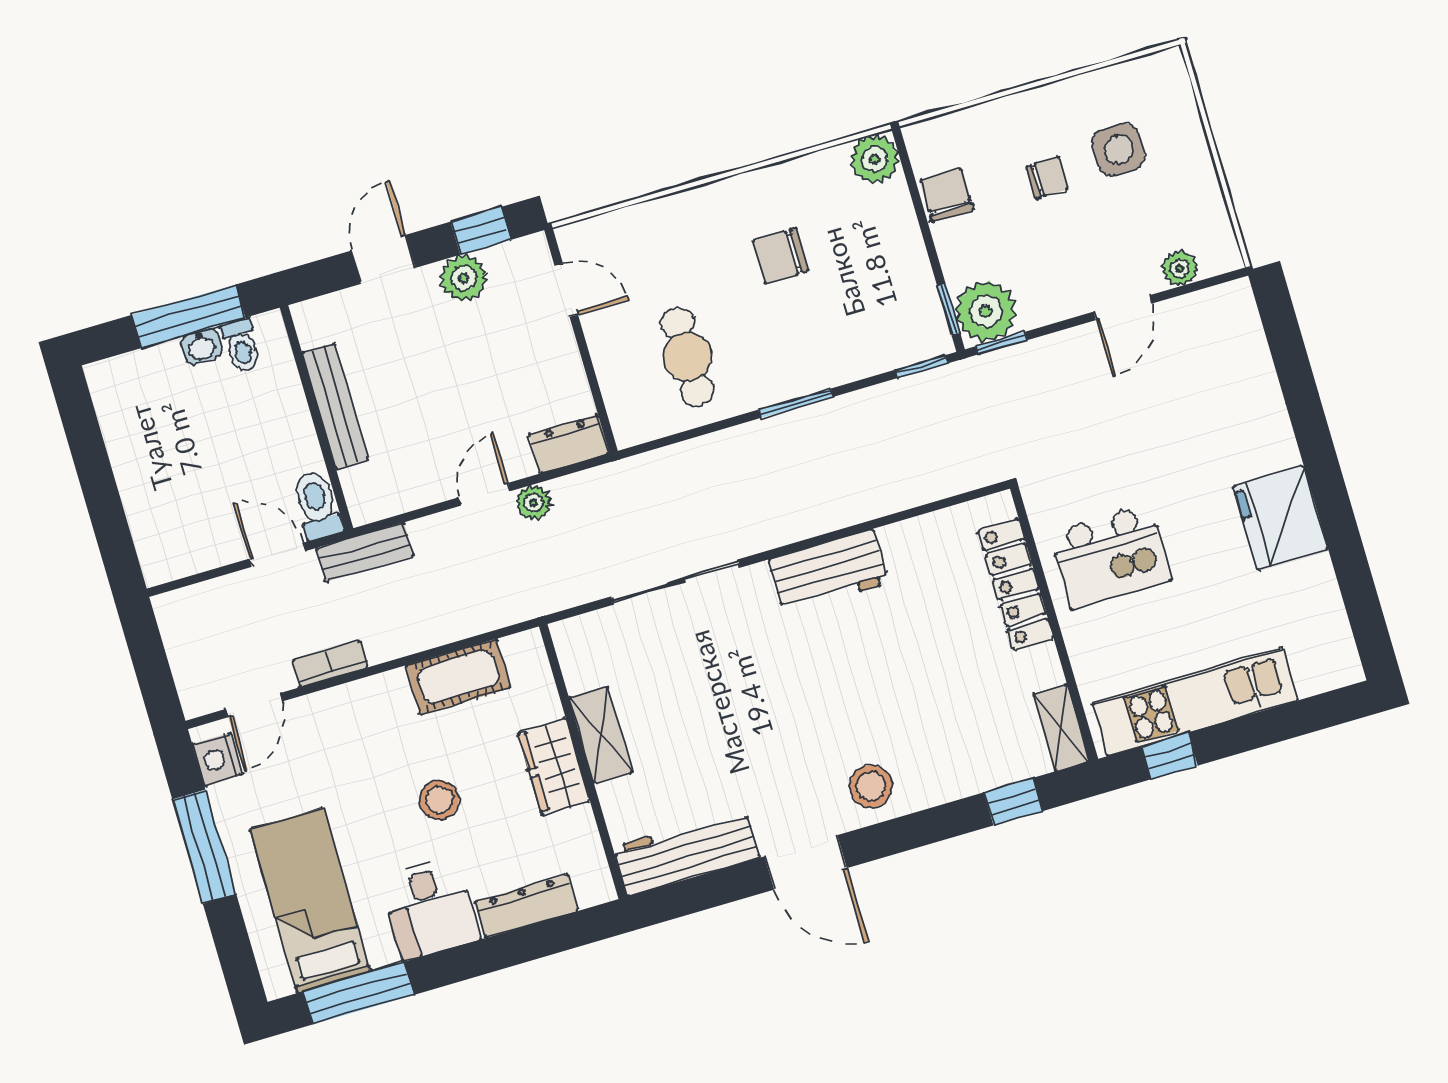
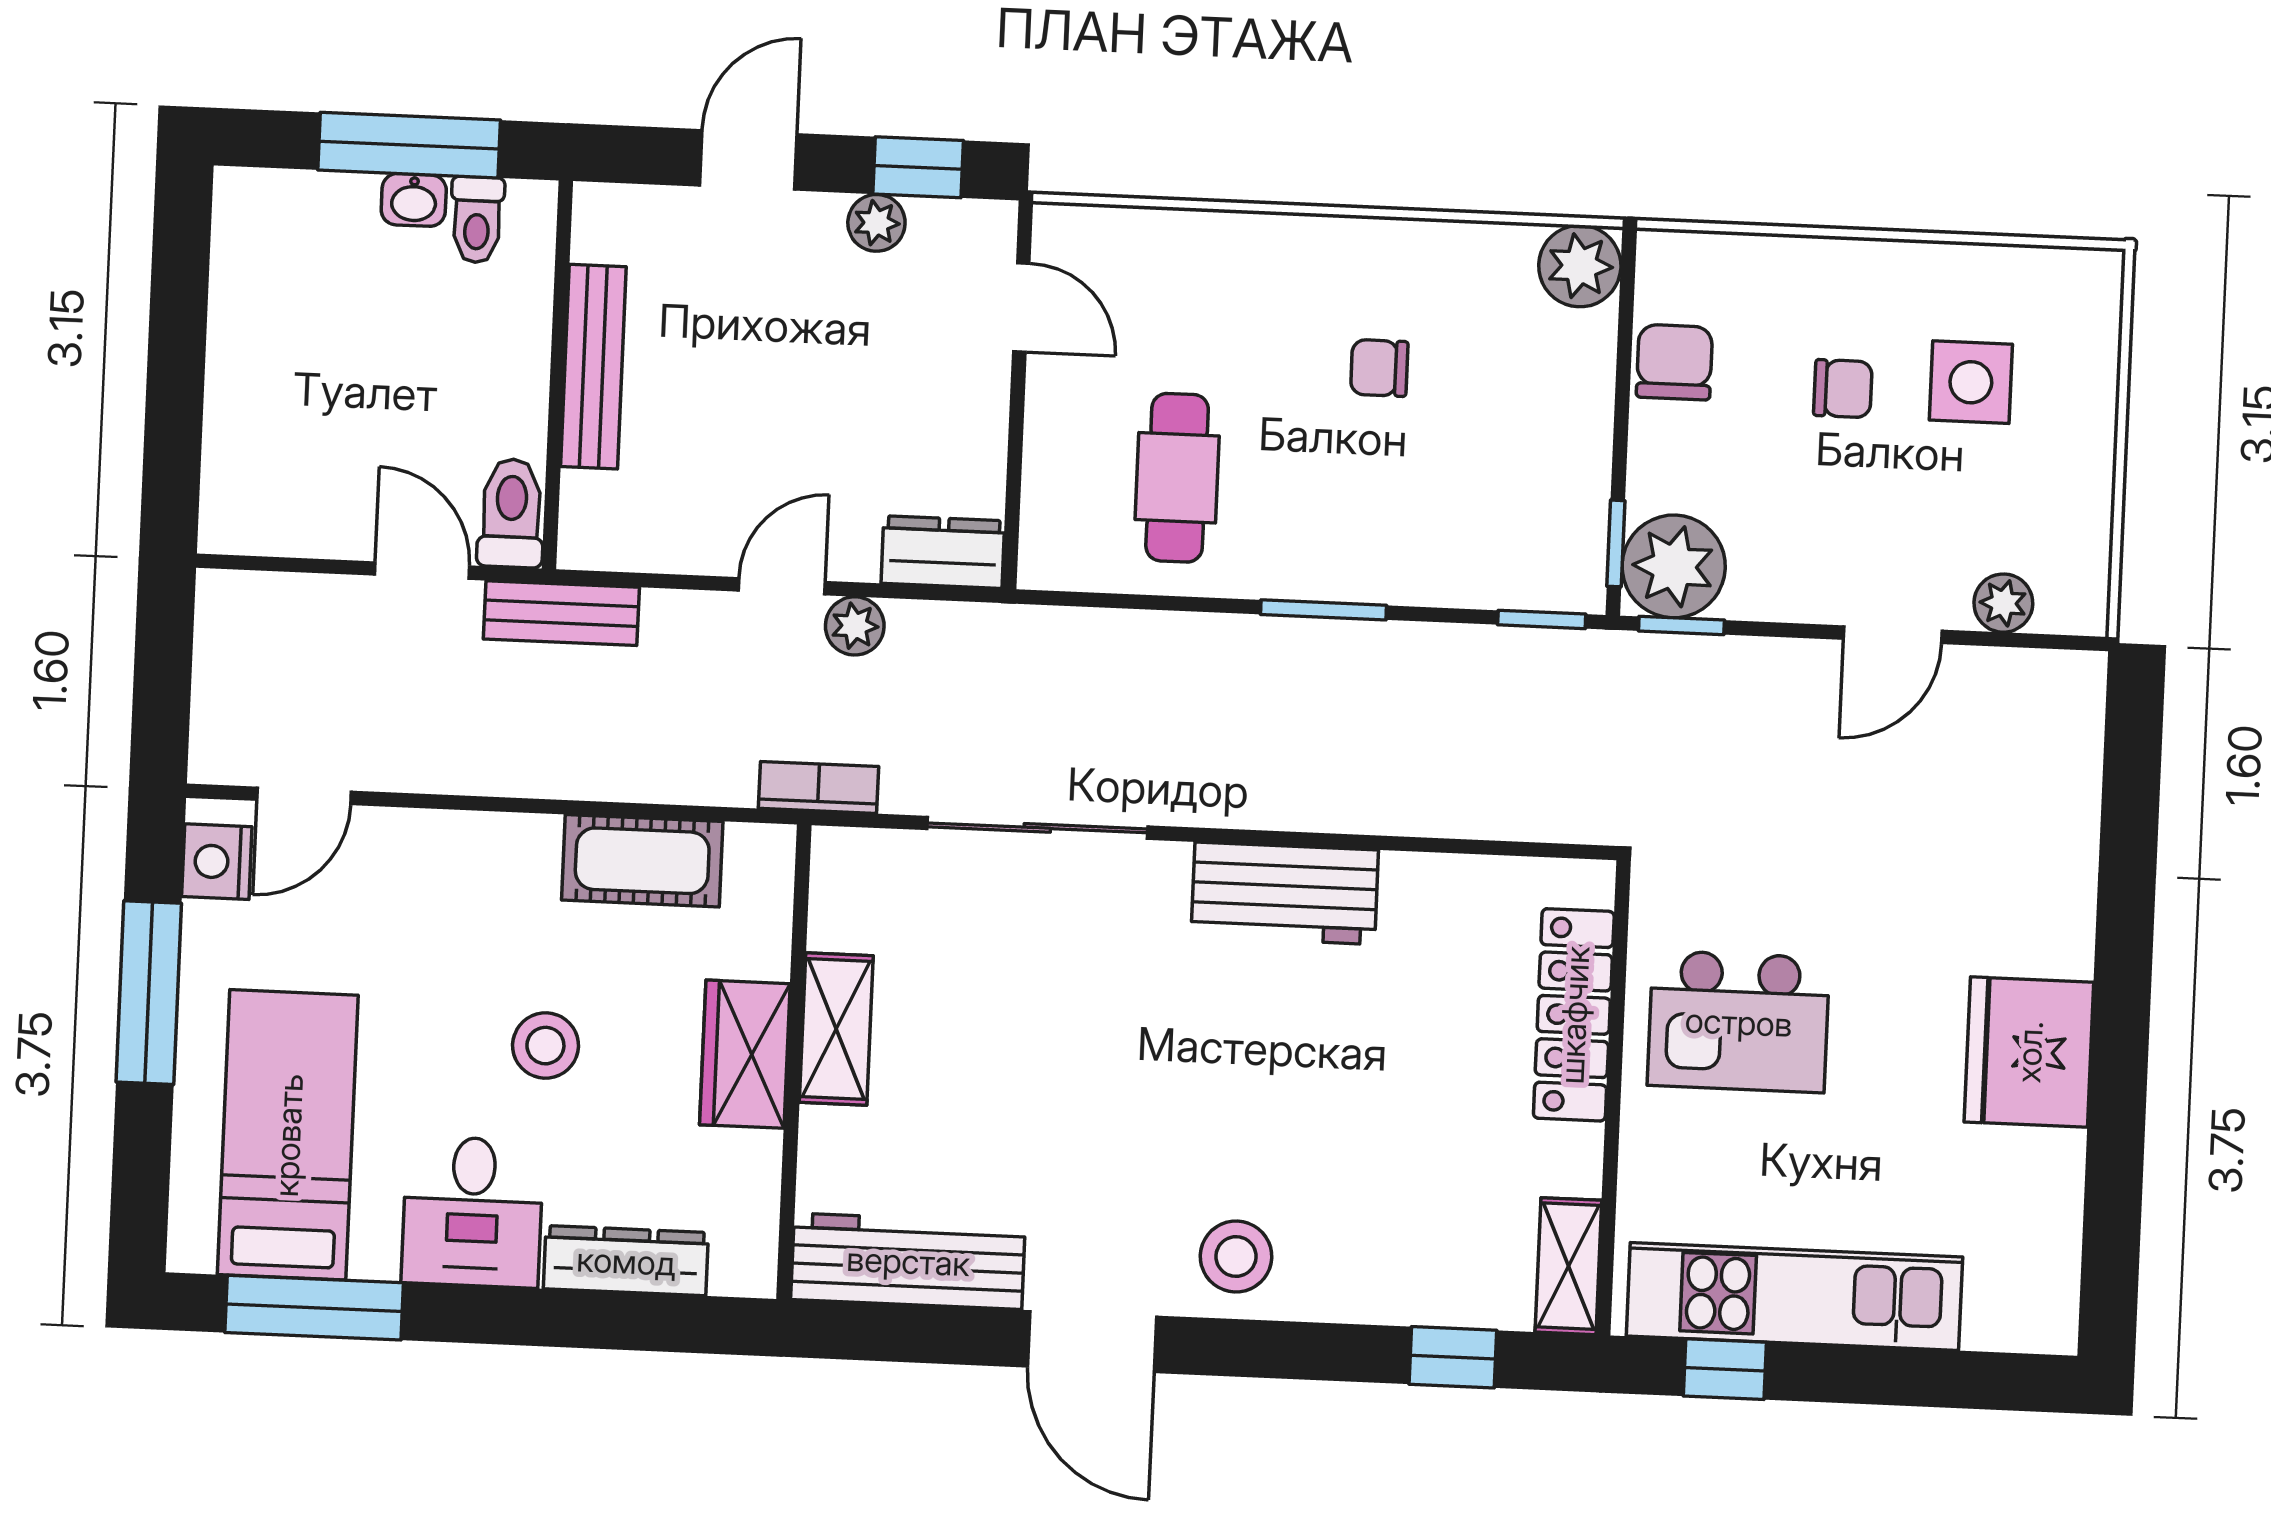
chair: (781, 255) -> (1379, 368), width x0.73, depth x0.73
plant: (464, 278) -> (876, 223), width x0.73, depth x0.73
bookcase: (330, 664) -> (818, 787), moved

